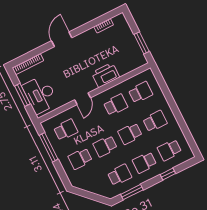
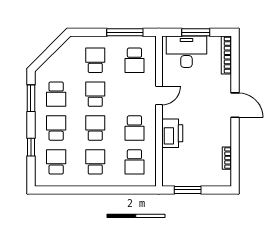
door: (83, 99) -> (159, 95), swing flipped
school desk: (155, 121) -> (95, 162), turned 180

